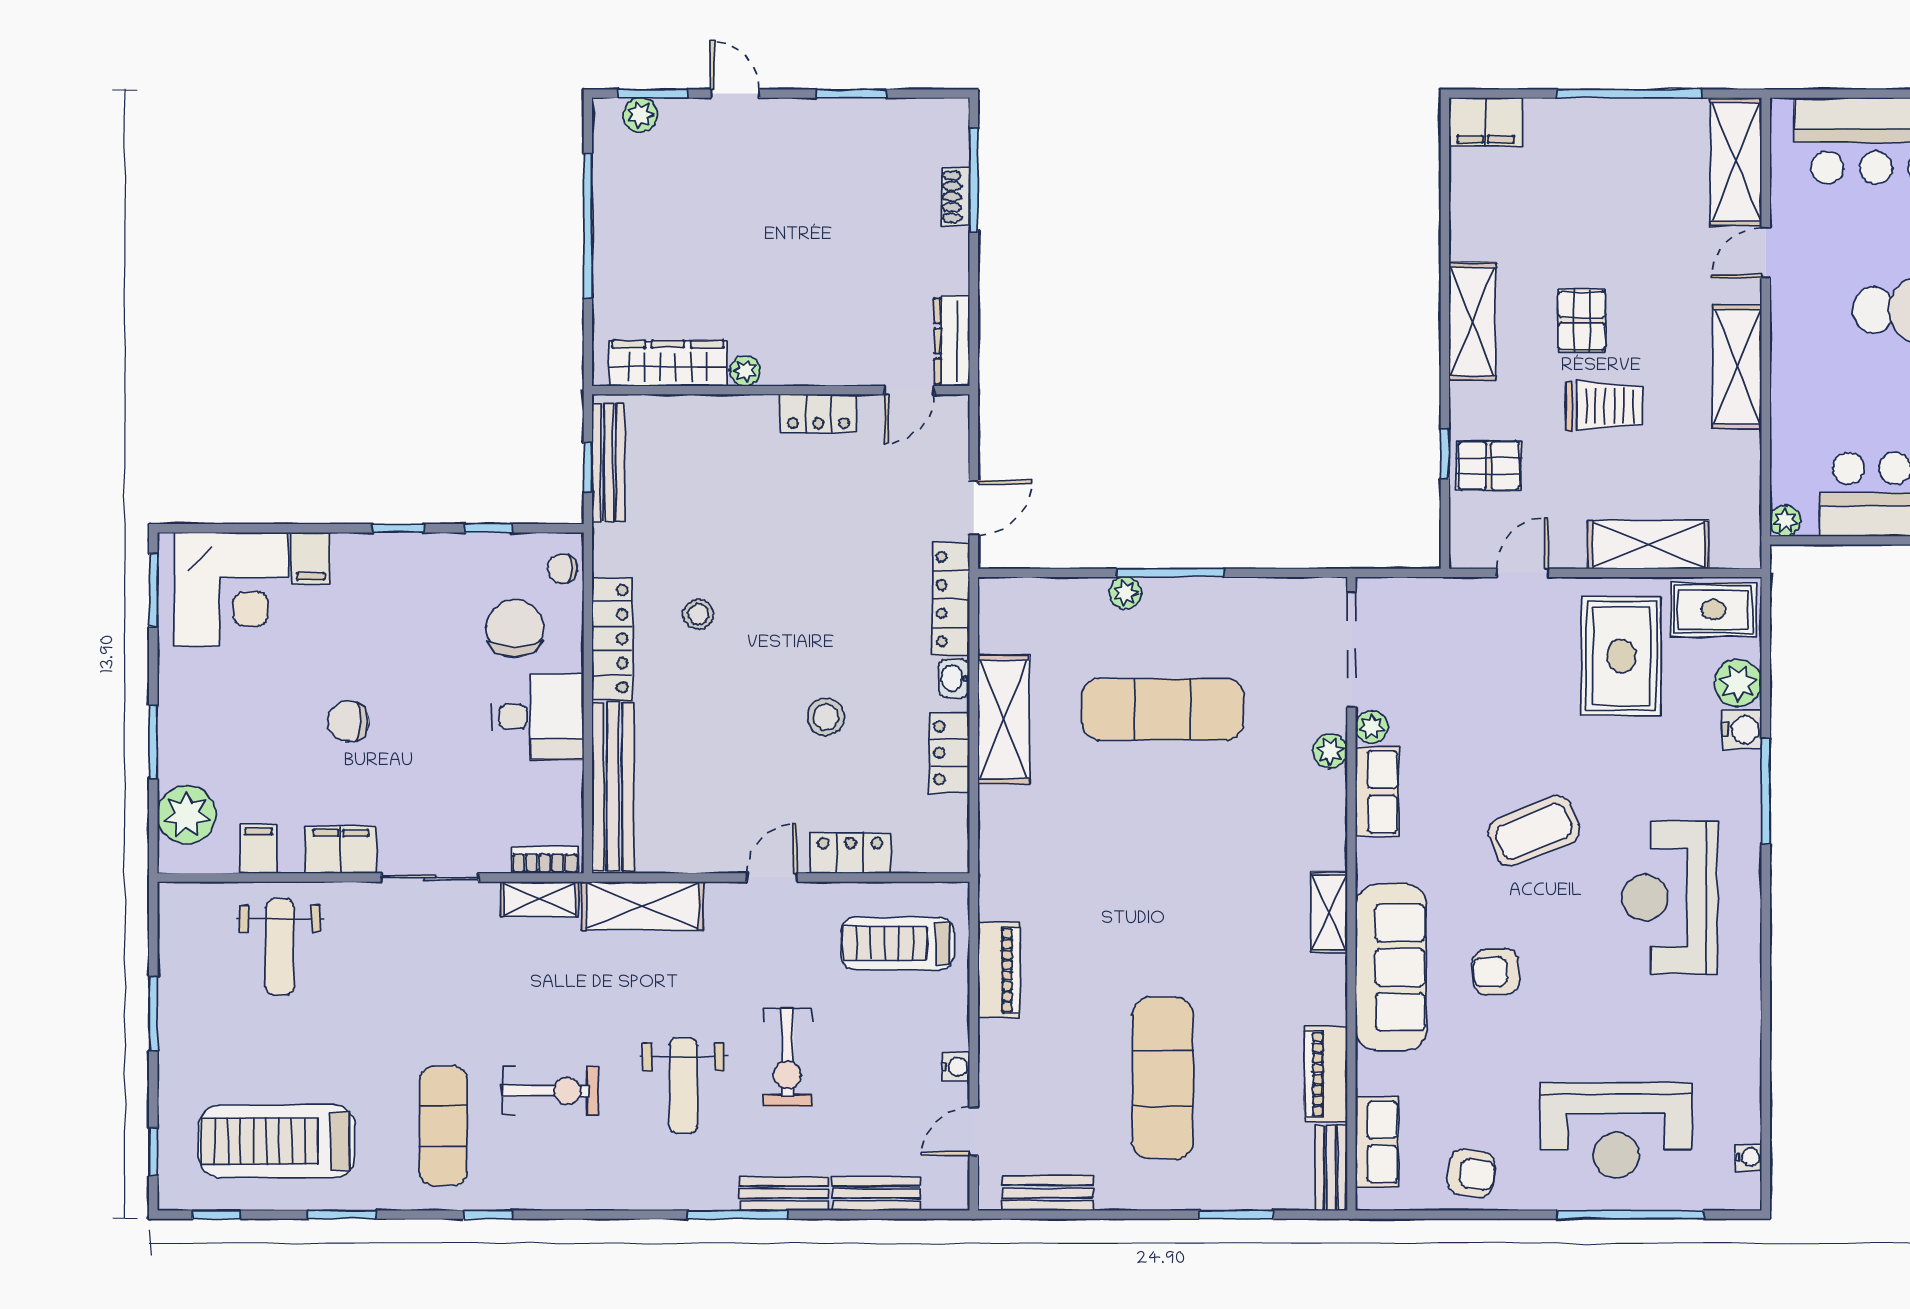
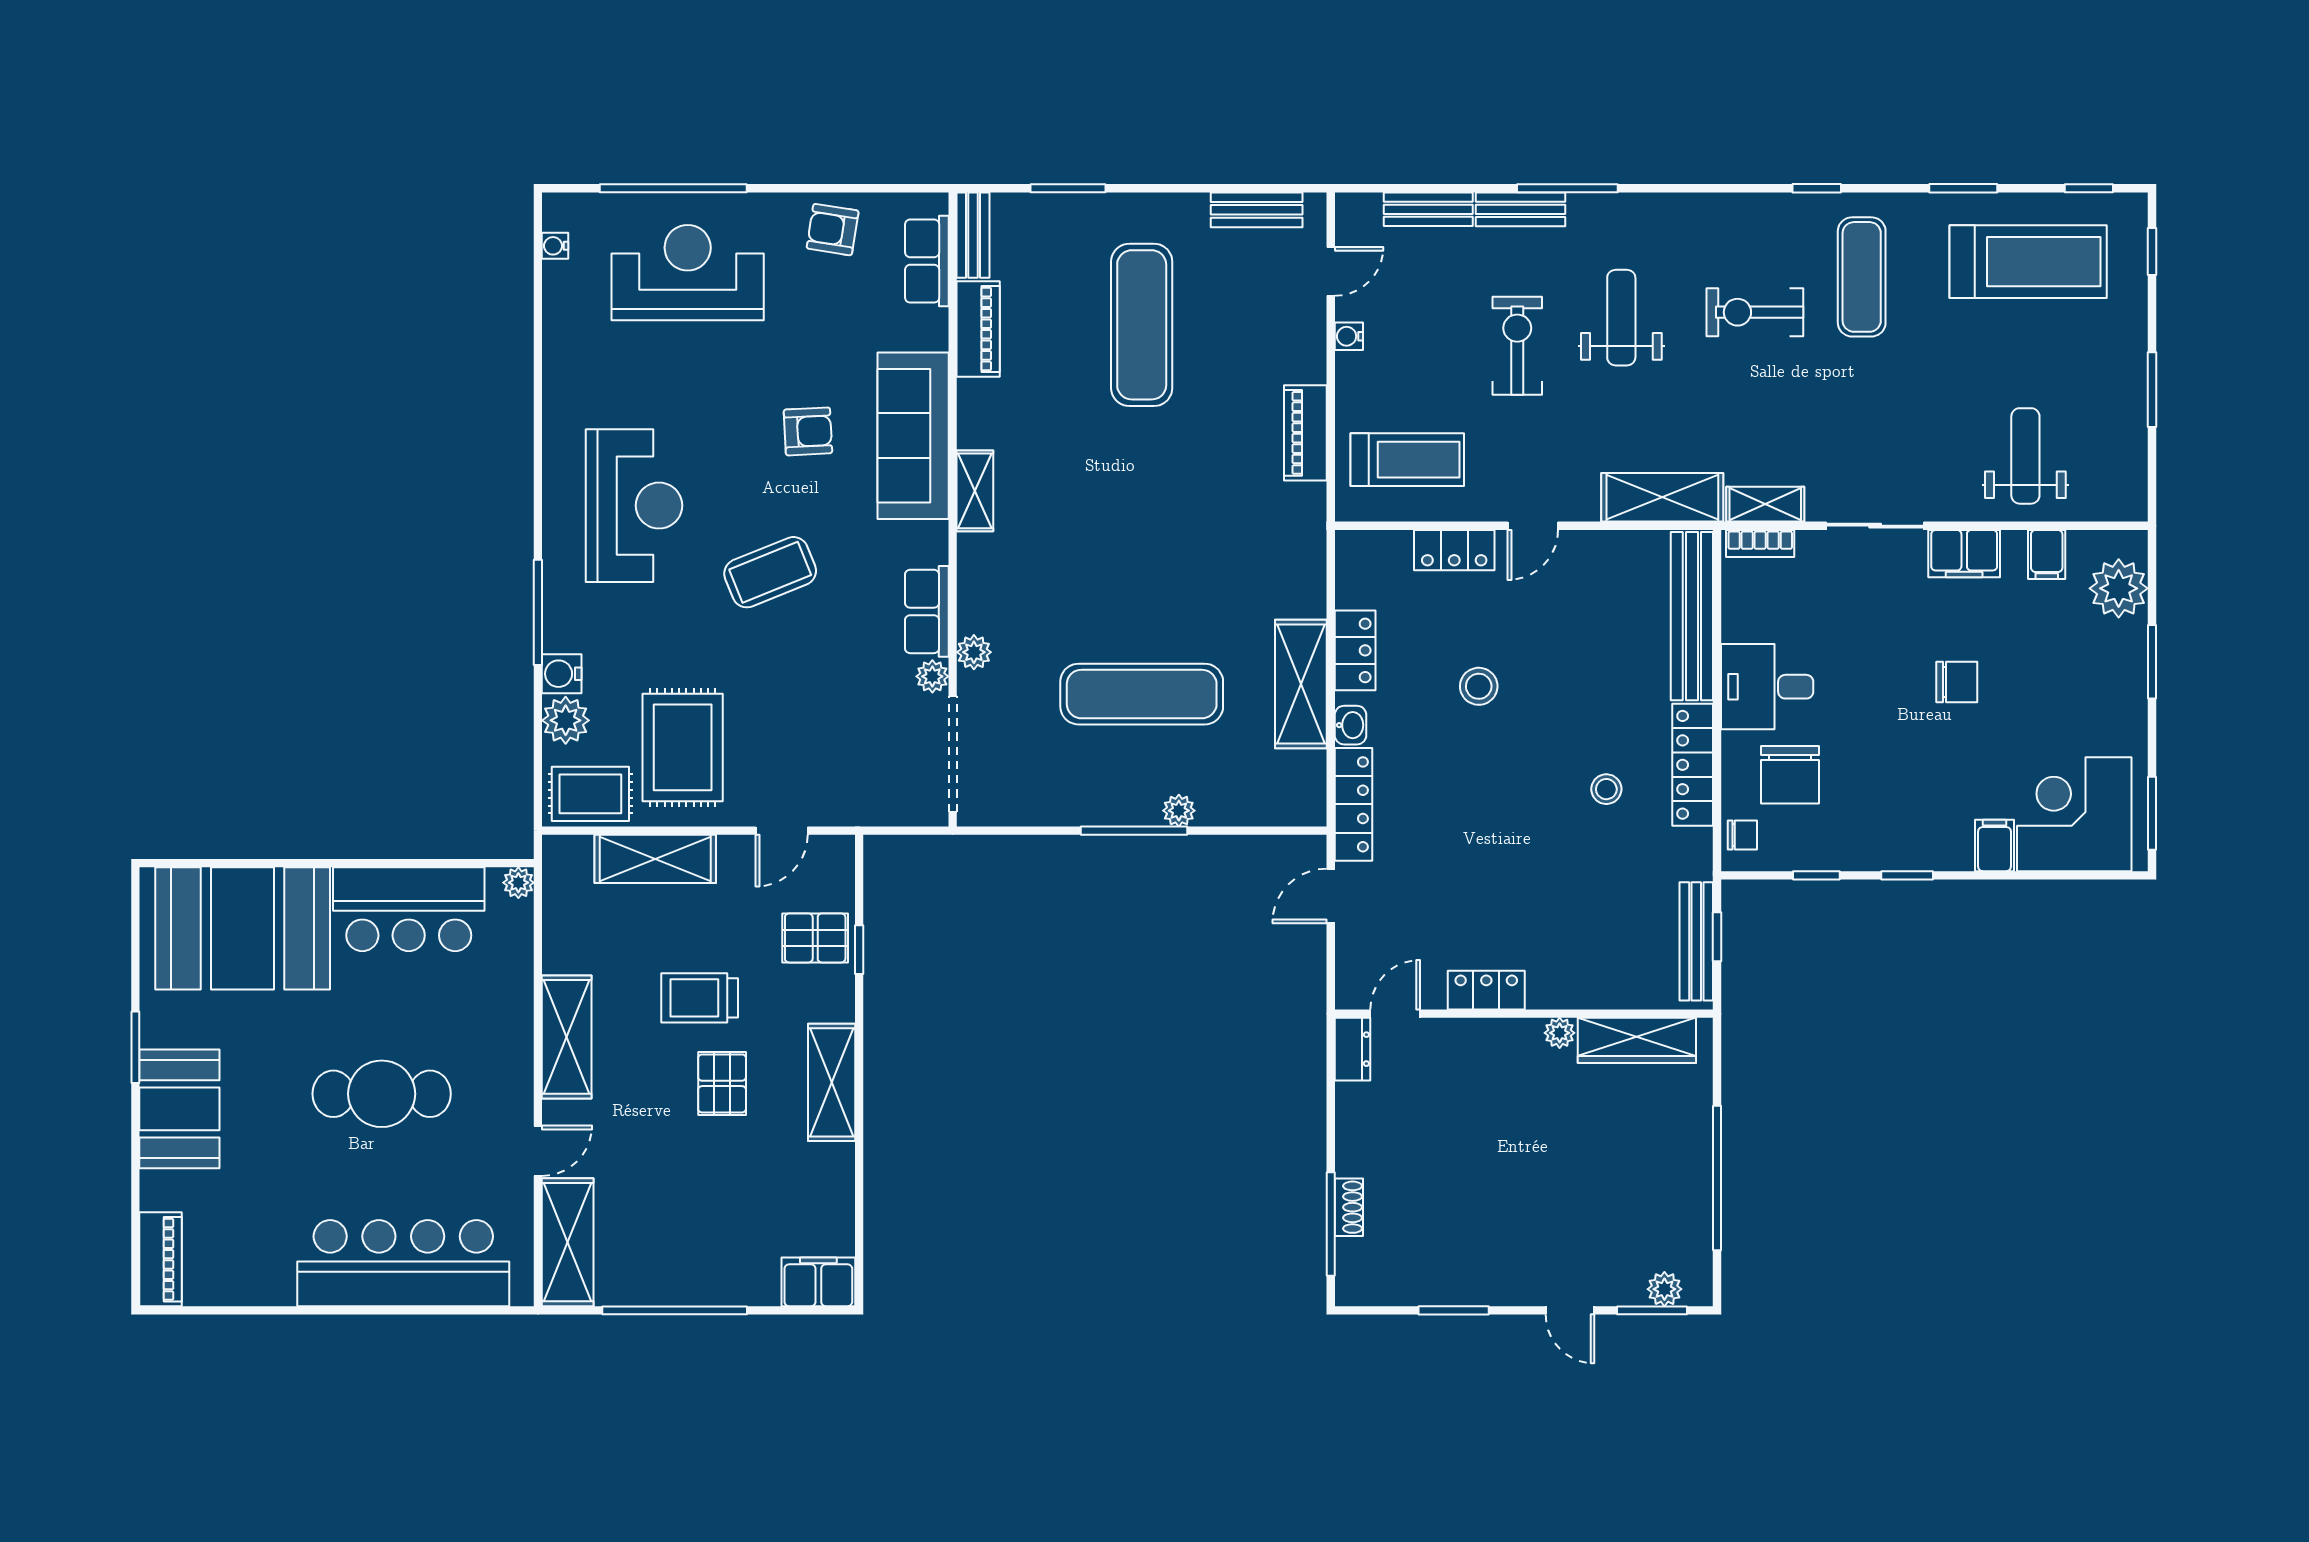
dresser: (952, 341) -> (1352, 1049), width x0.70

